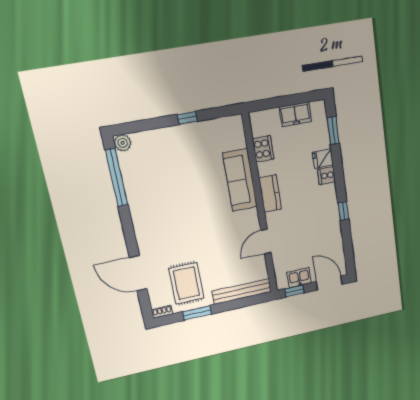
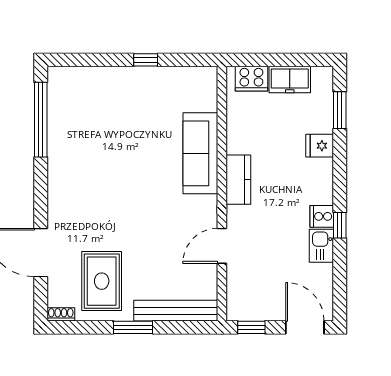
plant: (123, 143) -> (58, 77), removed
cooker: (263, 149) -> (251, 79), moved, turned 90
cooker: (326, 176) -> (322, 216), moved
kitchen sink: (299, 278) -> (321, 246), moved, turned -90
window: (197, 313) -> (133, 327), moved

